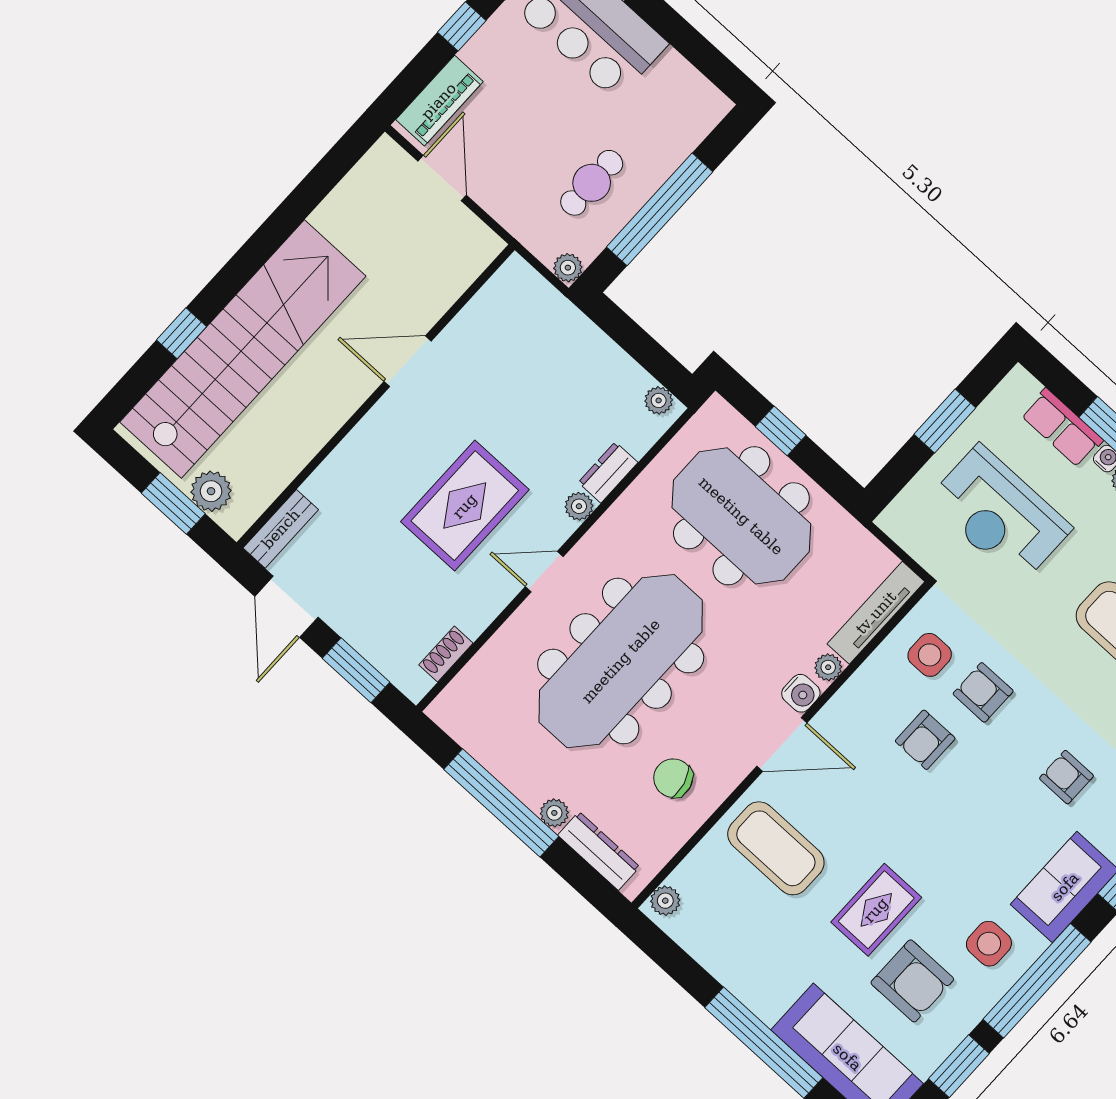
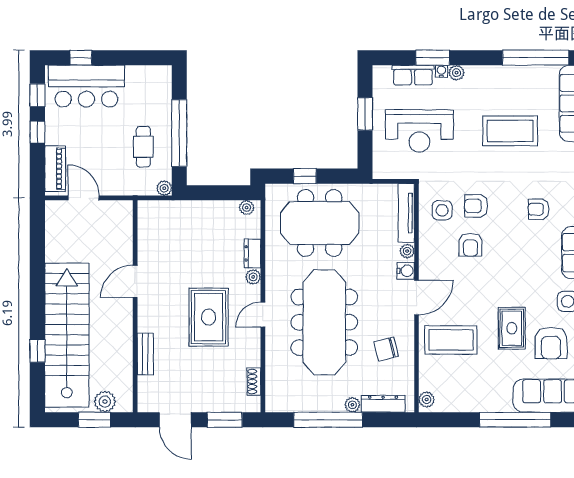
bench: (281, 529) -> (145, 354), moved
armchair: (912, 981) -> (551, 343), turned 90

